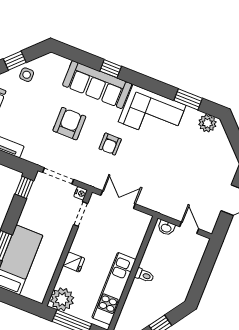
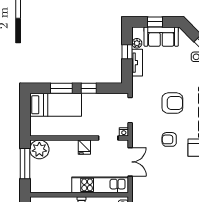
window: (24, 187) -> (89, 88), moved
fridge: (74, 262) -> (84, 147), moved
kitchen unit: (114, 289) -> (100, 185), moved

